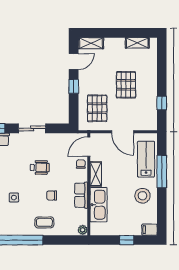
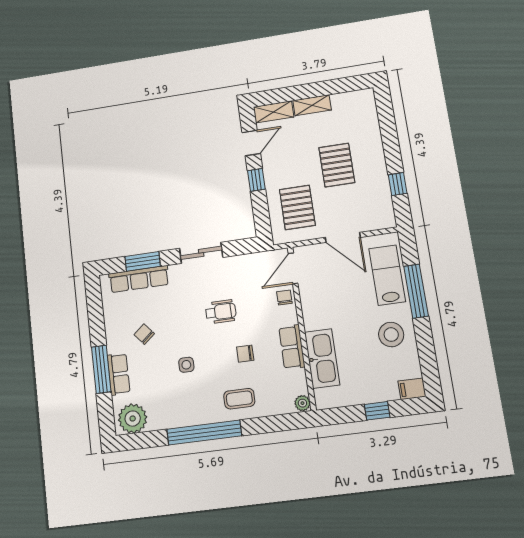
shelving: (137, 43) -> (312, 105), moved
shelving: (96, 174) -> (310, 310), removed

